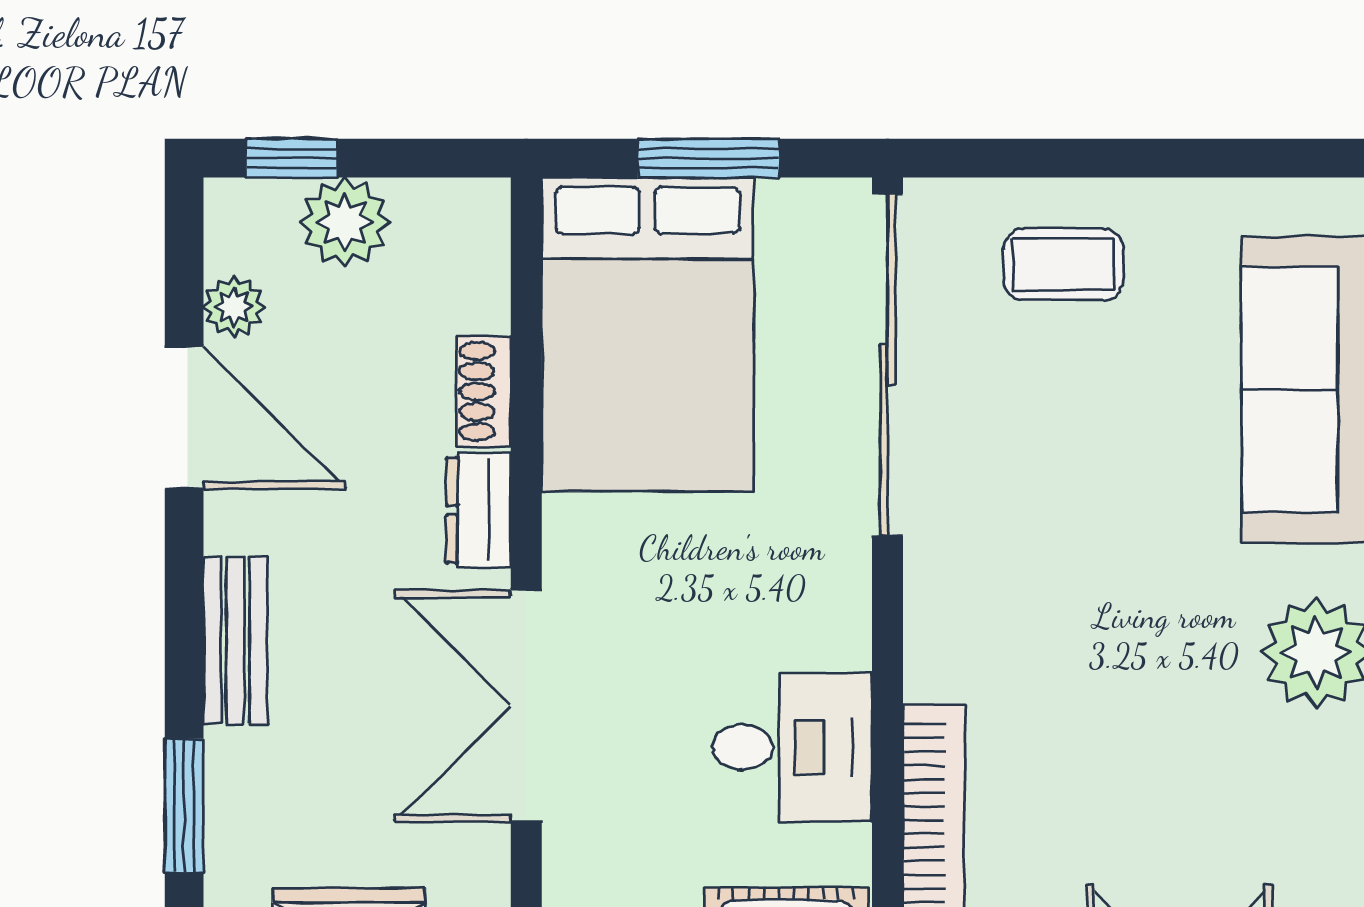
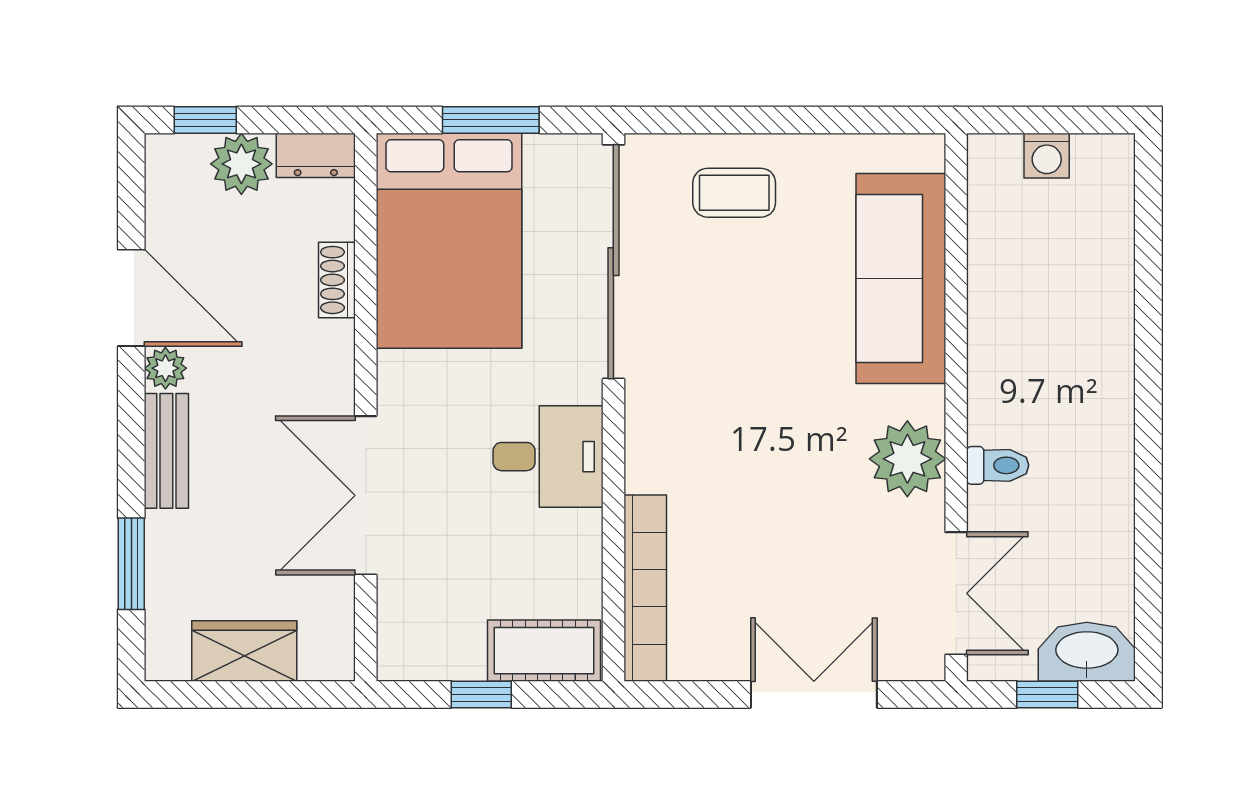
plant: (234, 307) -> (165, 368), moved
dresser: (478, 510) -> (316, 155), moved, turned -90
desk: (792, 747) -> (548, 457), moved

